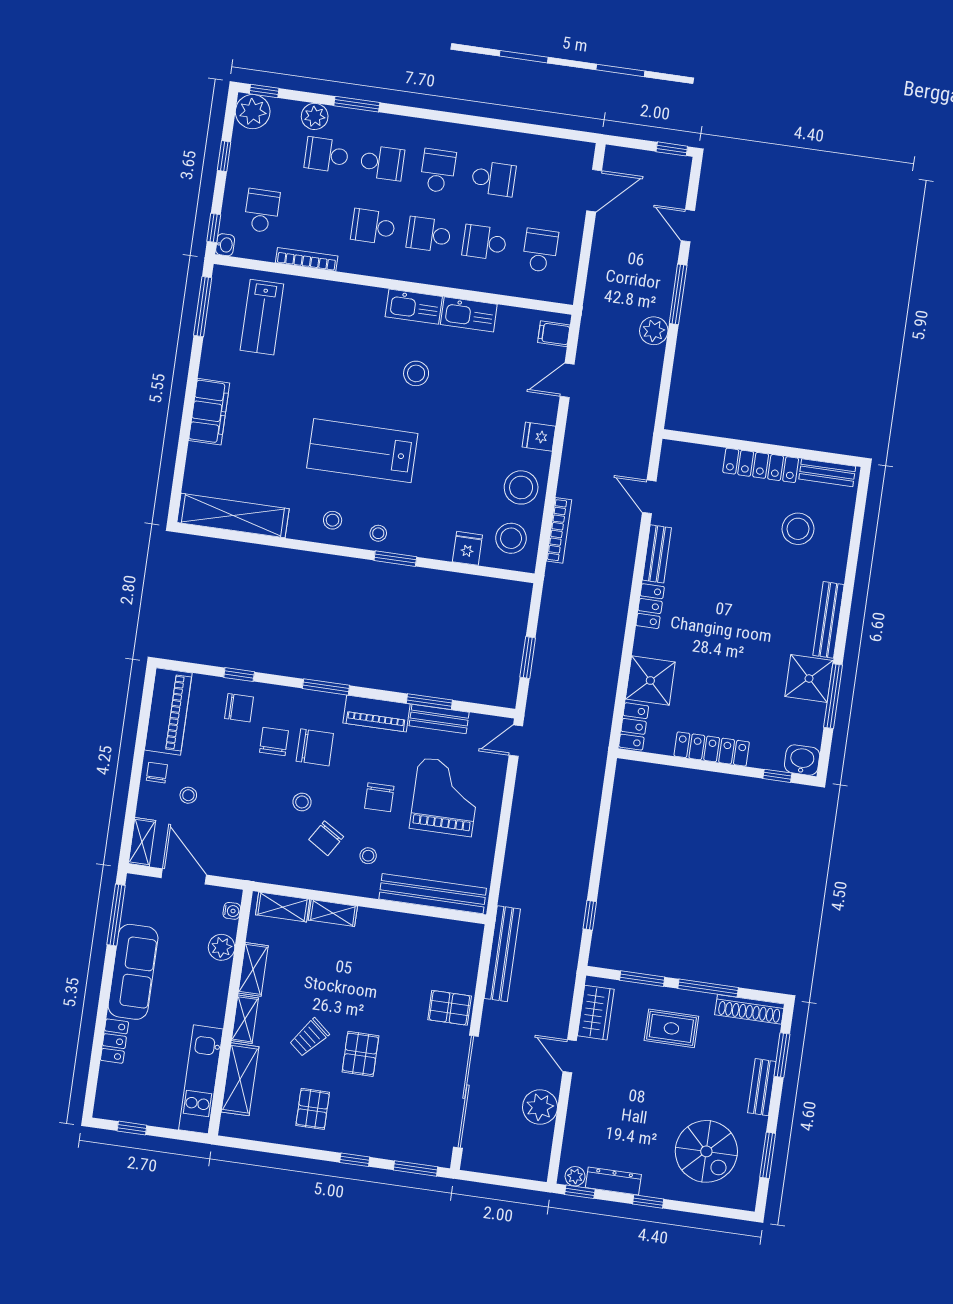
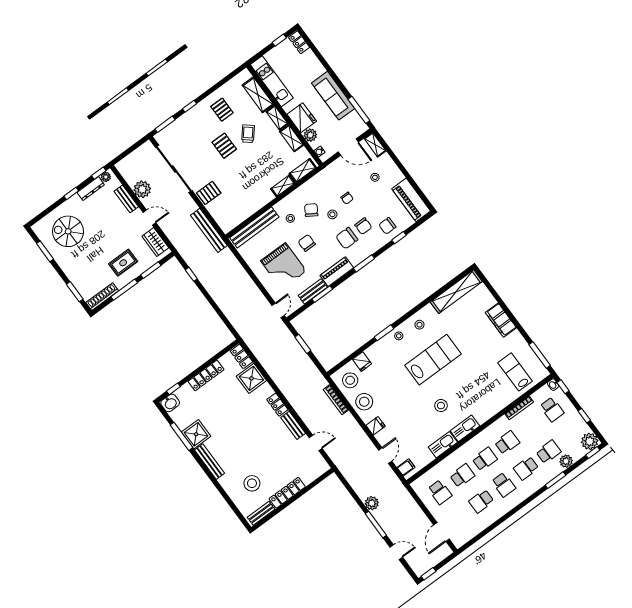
chair: (157, 773) -> (347, 198), moved
fridge: (209, 984) -> (302, 118), added
locker: (114, 1041) -> (299, 42), moved
bench: (762, 1087) -> (126, 199), moved

